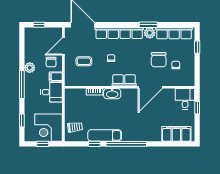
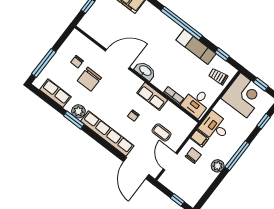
row of seats: (174, 33) -> (55, 93), width x0.68
door: (63, 46) -> (170, 161), swing flipped
window: (197, 47) -> (44, 63), width x2.17
chair: (159, 60) -> (89, 79), turned 180
row of seats: (124, 80) -> (152, 96), moved
washbasin: (112, 94) -> (145, 71), moved
desk: (185, 99) -> (196, 102), moved
window: (94, 144) -> (222, 54), moved

